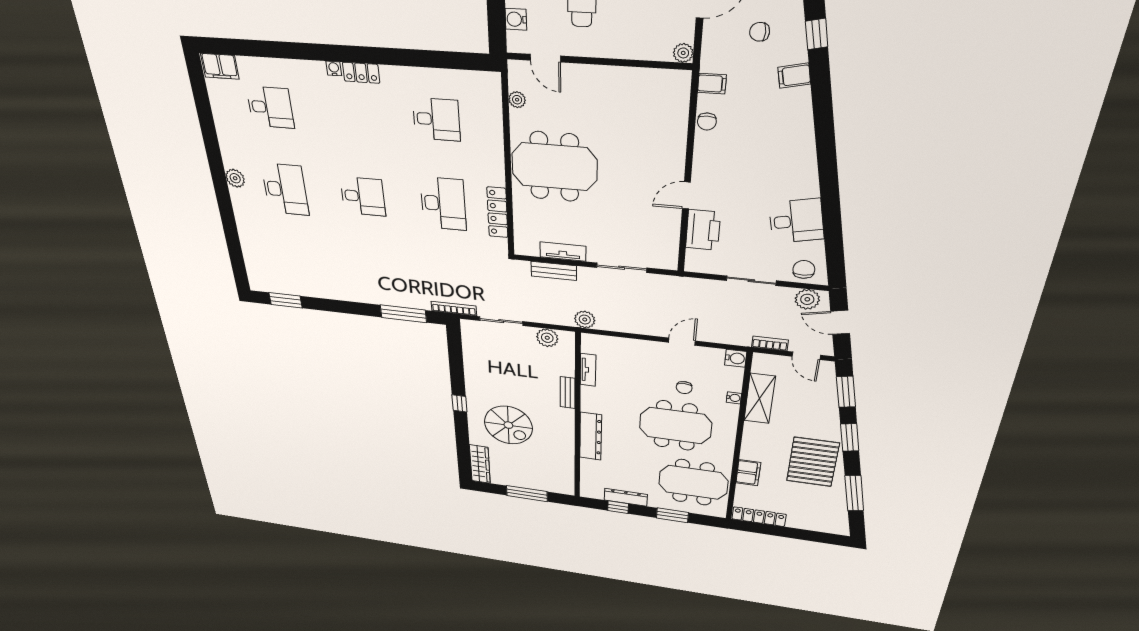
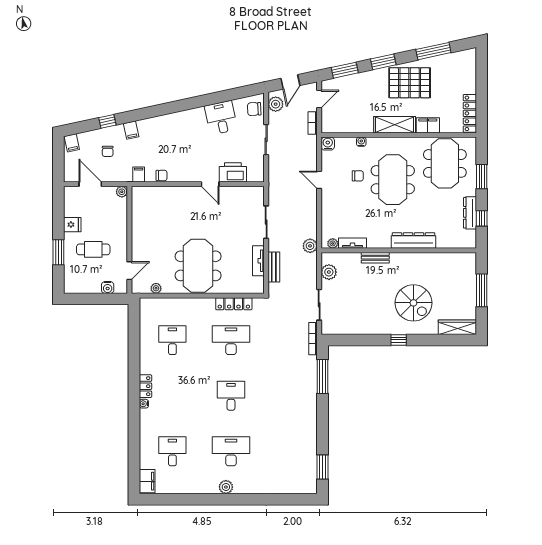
plant: (588, 347) -> (333, 243), added
shelving: (760, 399) -> (395, 125), moved
spiral stairs: (508, 425) -> (413, 303), turned 90

